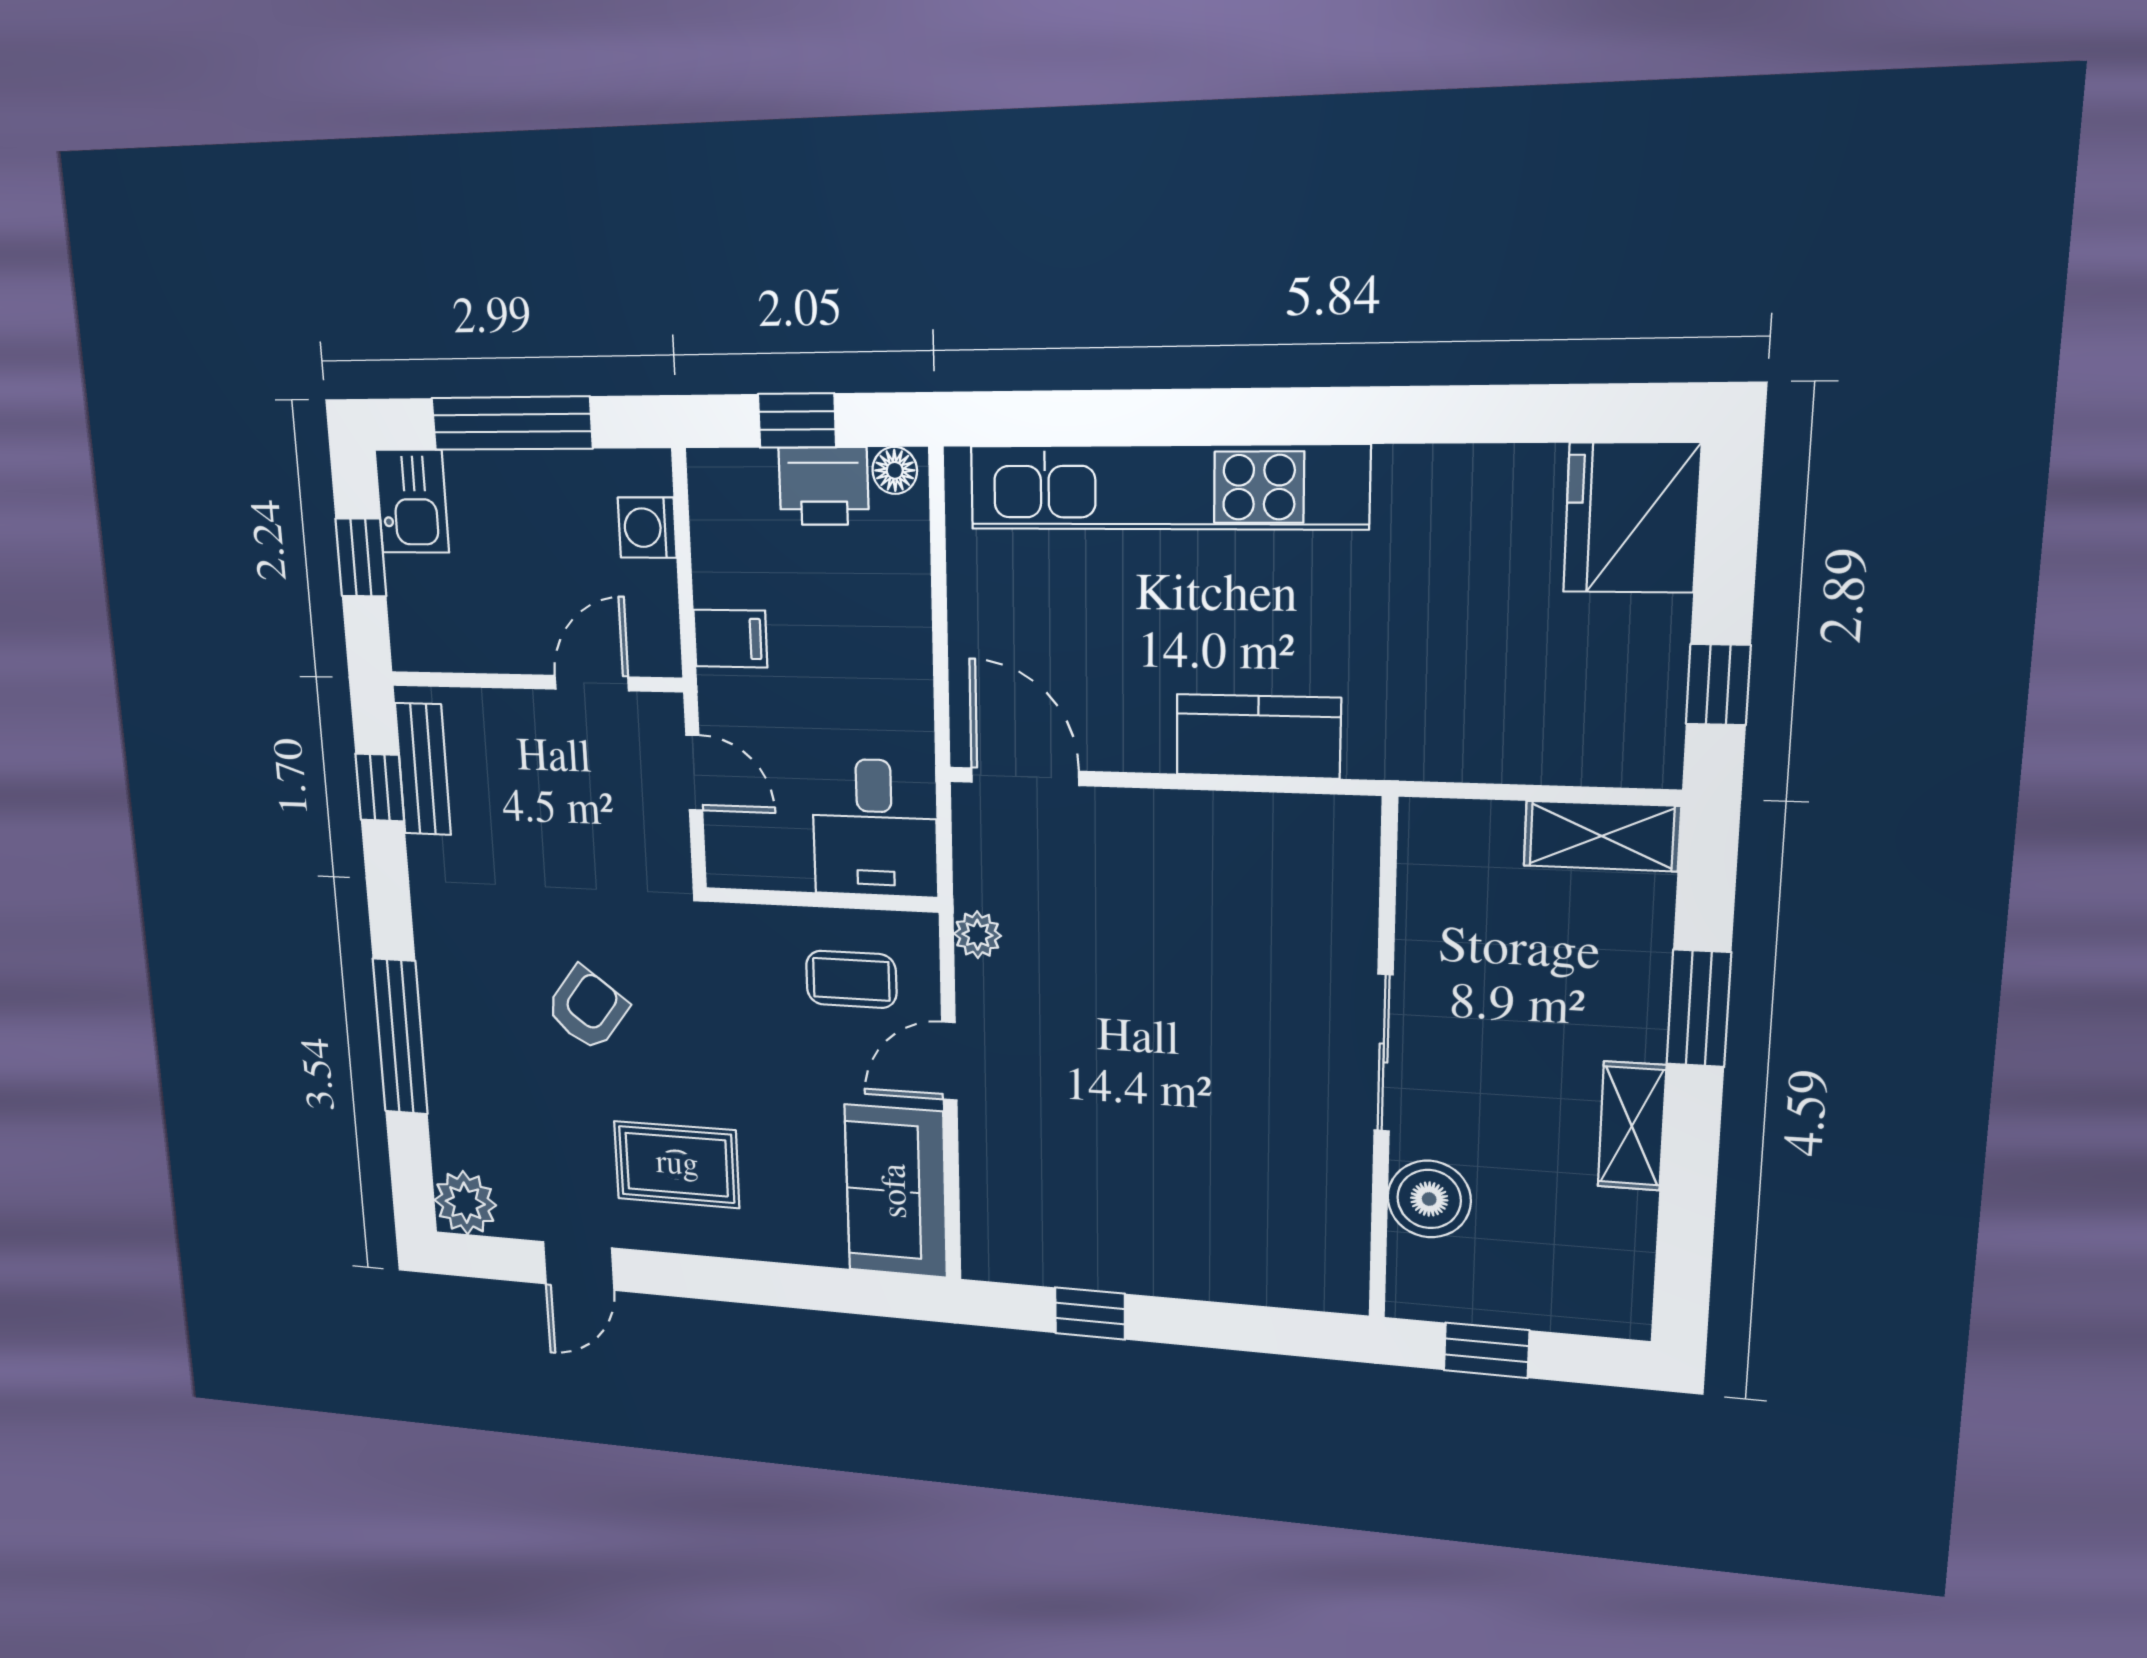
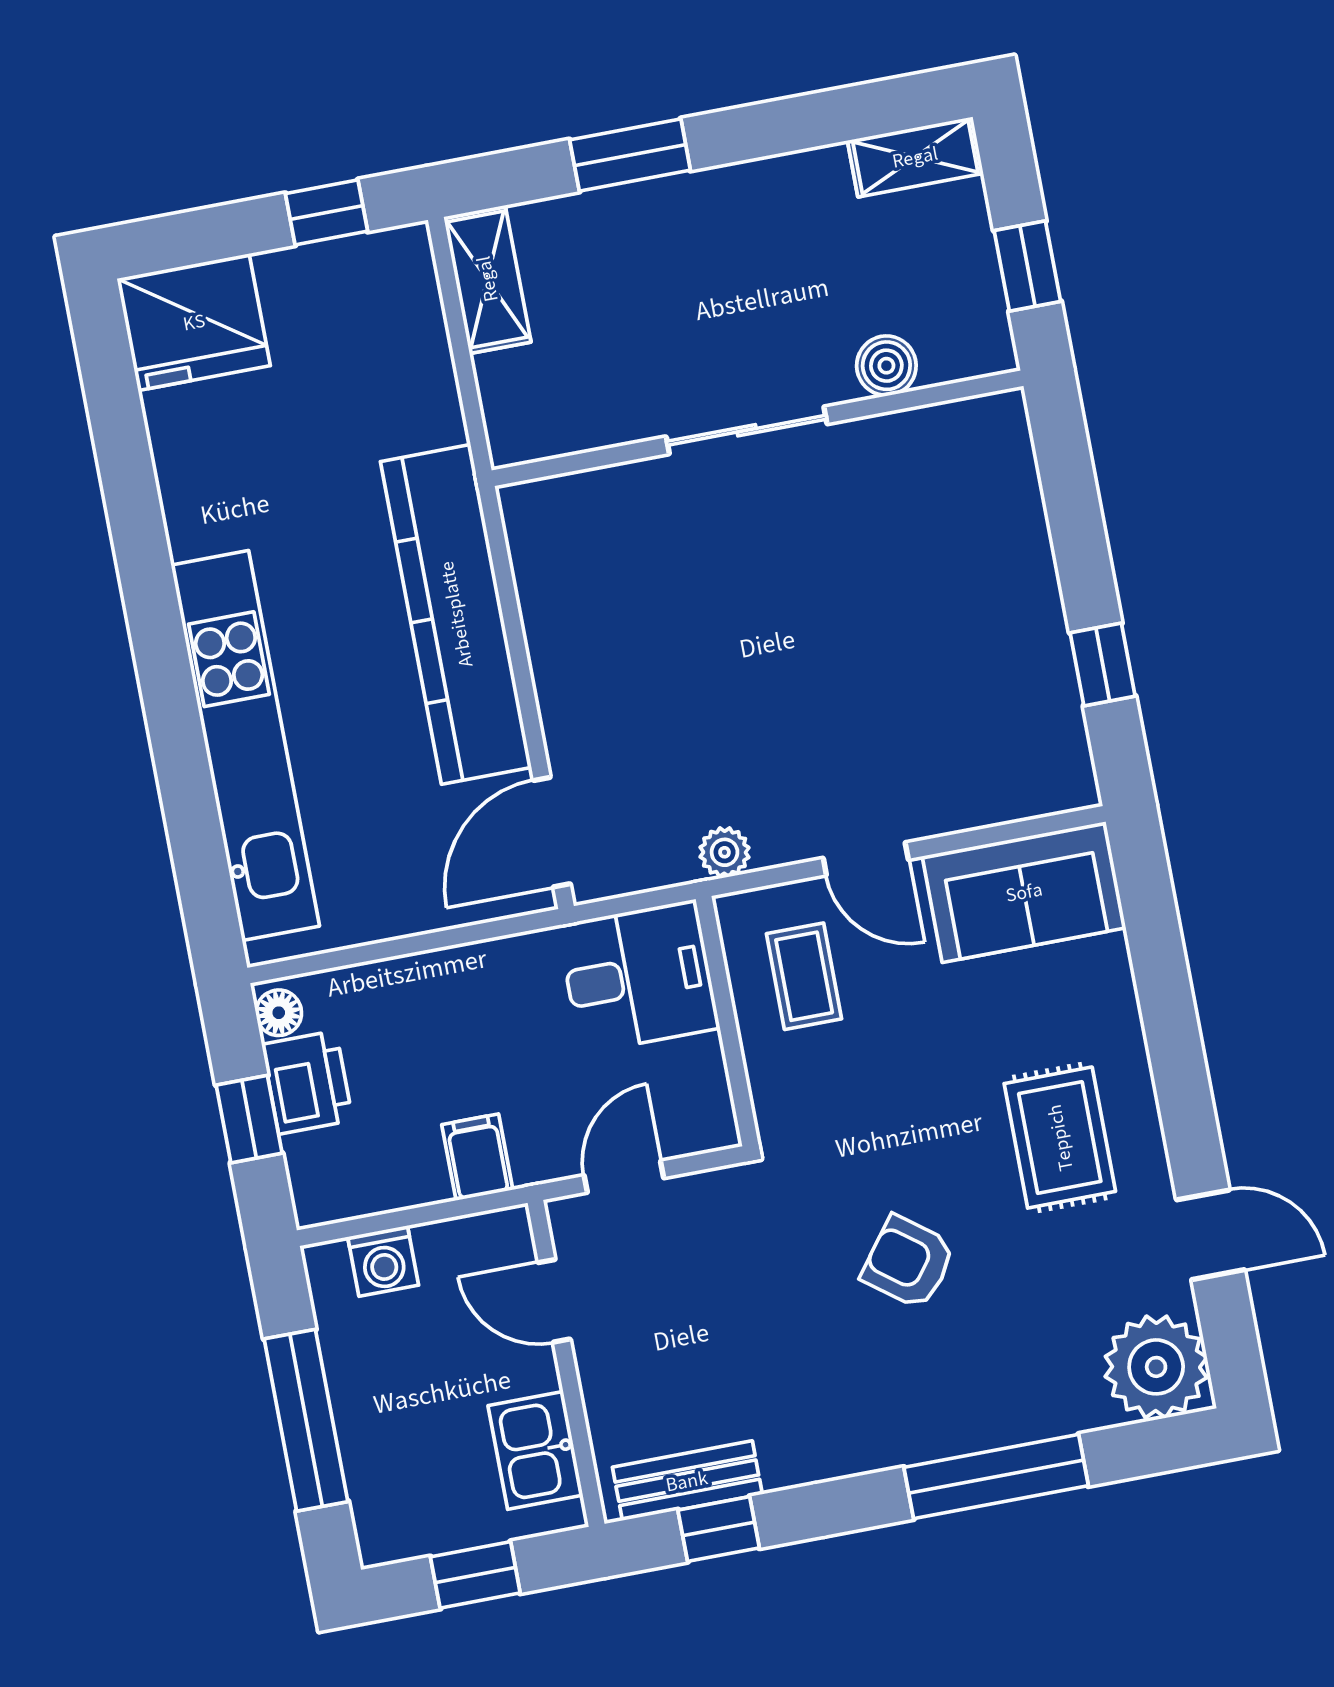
kitchen sink: (412, 501) -> (535, 1450), moved, turned -90
kitchen counter: (1258, 736) -> (456, 614), width x2.08, depth x1.17
shelving: (1632, 1126) -> (915, 157), moved
boiler: (1429, 1199) -> (886, 366), width x0.73, depth x0.73
plant: (465, 1203) -> (1156, 1367), width x1.36, depth x1.36

